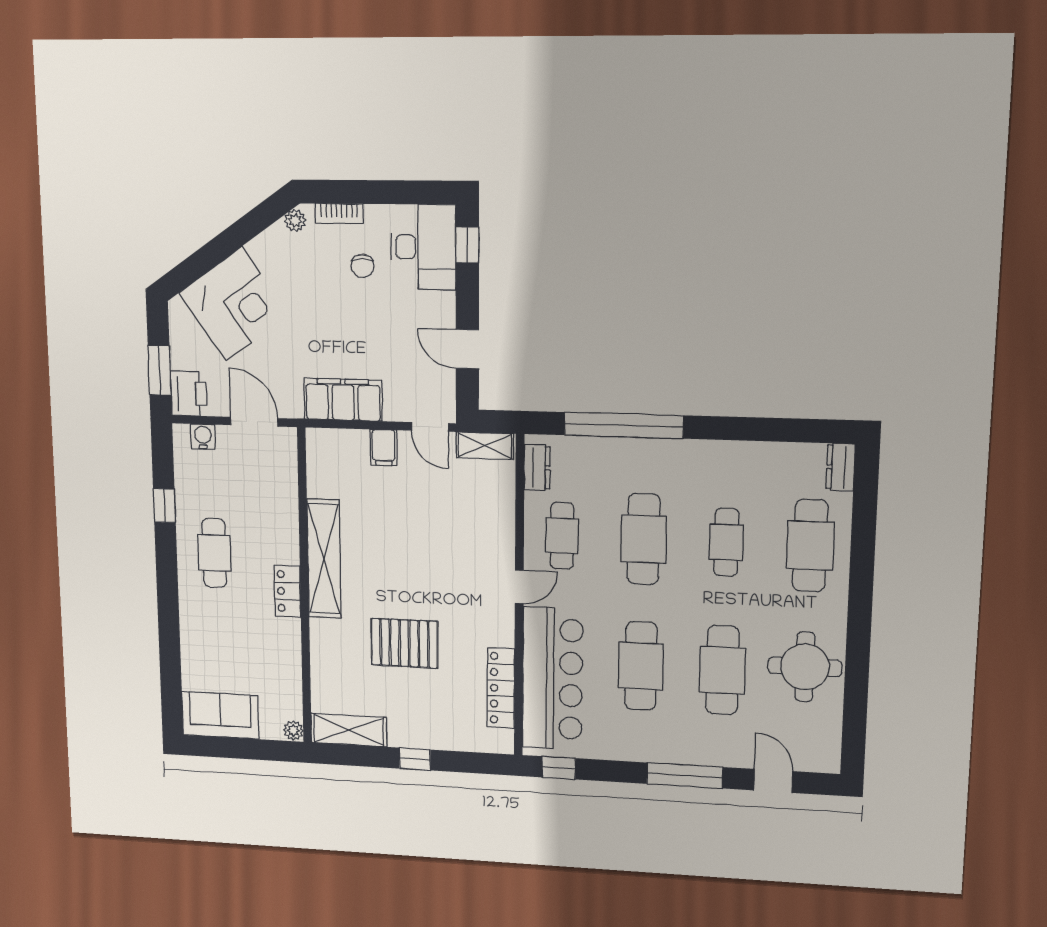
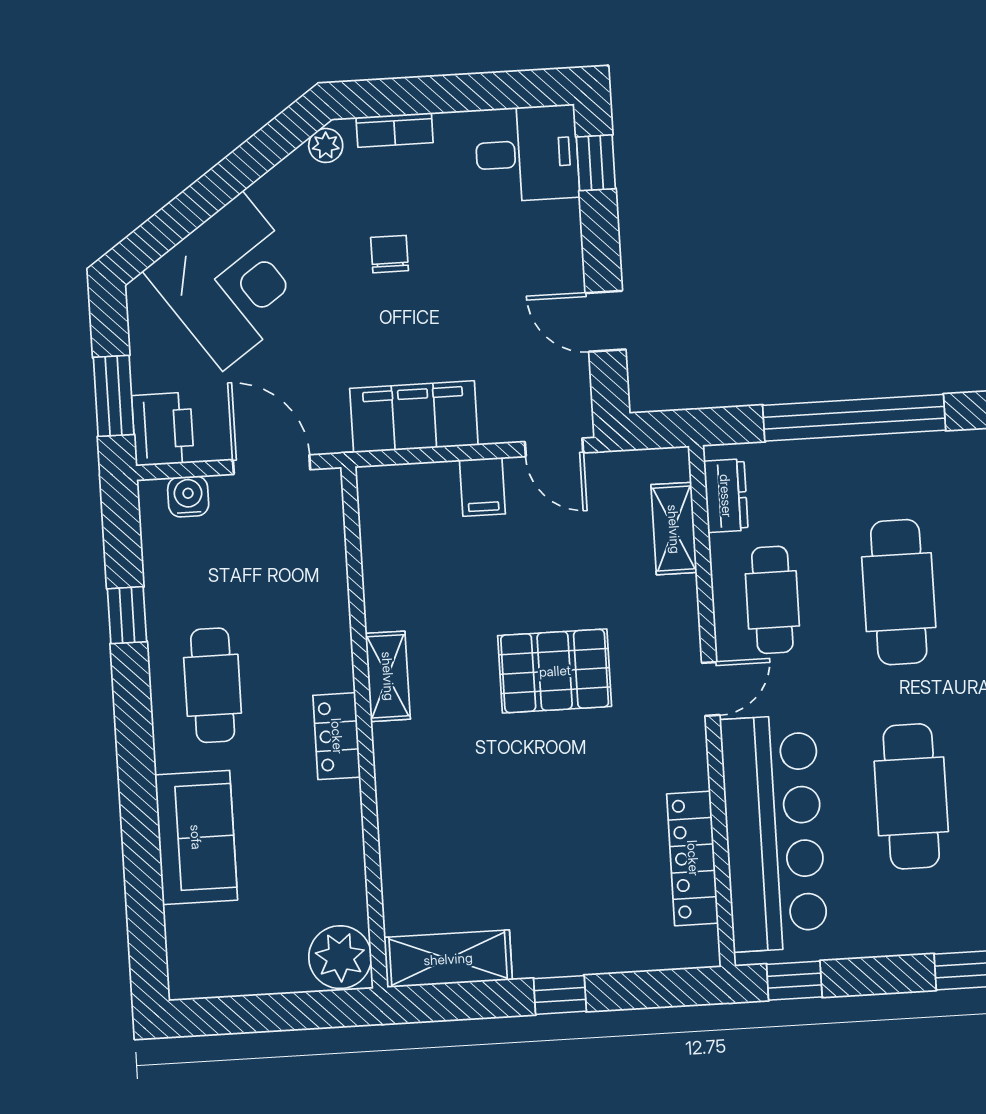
desk: (423, 247) -> (527, 154), width x0.73
chair: (362, 266) -> (390, 254), moved, turned 180
shelving: (485, 446) -> (674, 529), moved, turned 90
shelving: (324, 559) -> (388, 676), width x0.45, depth x0.75
pallet: (404, 643) -> (555, 671), moved
sofa: (220, 715) -> (196, 837), moved, turned 90
plant: (293, 731) -> (340, 957), width x1.87, depth x1.87

